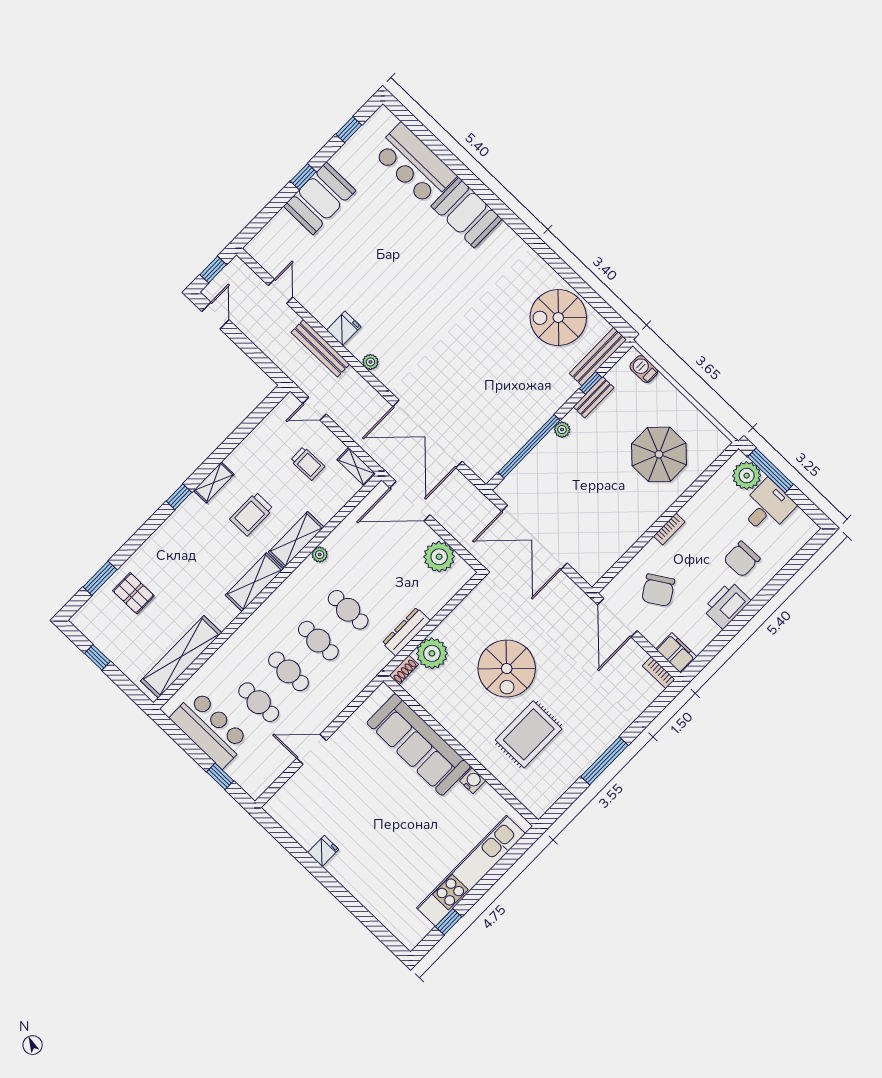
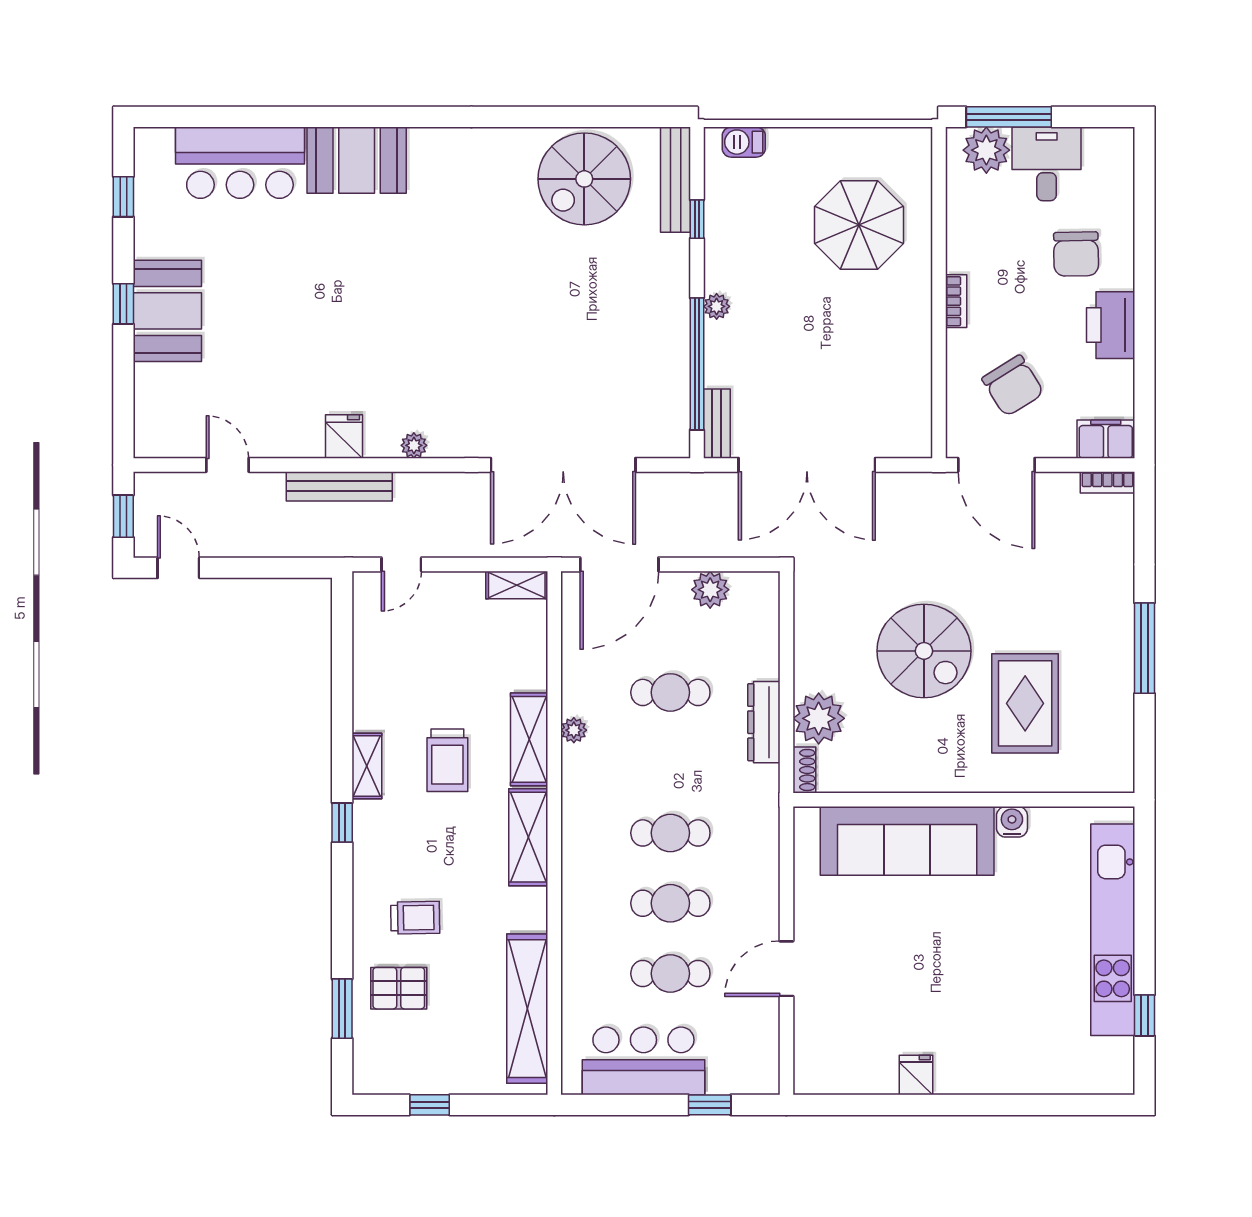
bench: (594, 397) -> (717, 424), moved
trolley: (308, 463) -> (415, 918), moved
plant: (439, 557) -> (710, 590), width x0.73, depth x0.73
cafe table: (348, 610) -> (670, 692), moved

